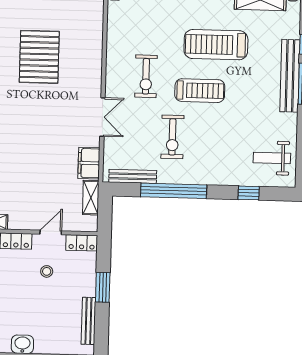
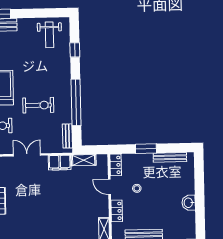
bench: (133, 176) -> (67, 136), width x0.73

